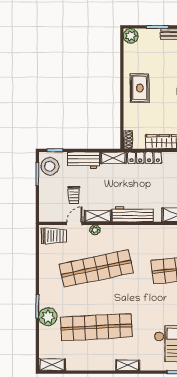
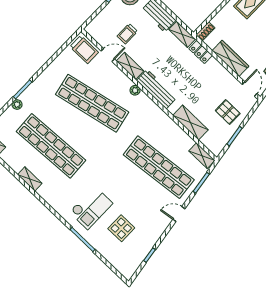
locker: (145, 158) -> (201, 52), width x0.66
plant: (95, 230) -> (135, 90), moved
plant: (48, 317) -> (17, 104), width x0.53, depth x0.53
shelving: (128, 365) -> (30, 179), moved

